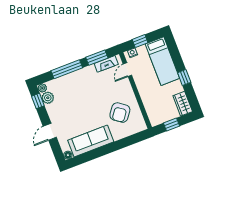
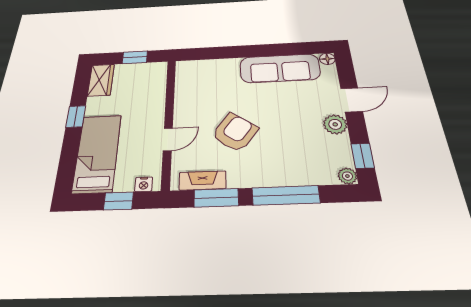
door: (127, 70) -> (168, 139), moved
plant: (48, 98) -> (335, 124), moved
armchair: (120, 113) -> (235, 132), moved

